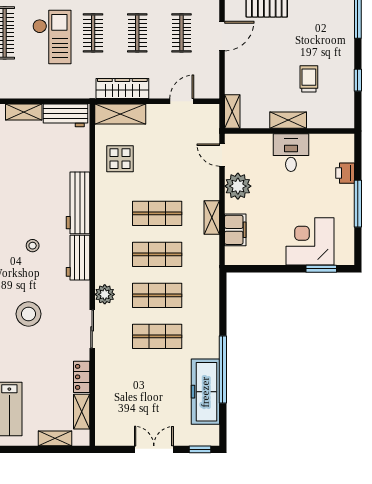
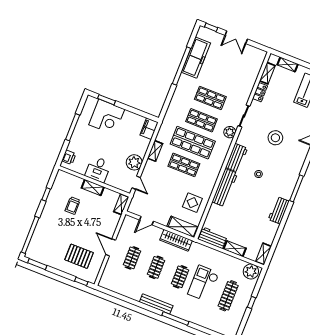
door: (222, 36) -> (111, 247), hinge flipped
printer: (345, 173) -> (69, 157), moved
filing cabinet: (235, 230) -> (149, 129), moved
shop shelf: (157, 254) -> (193, 143), width x1.43, depth x1.36

